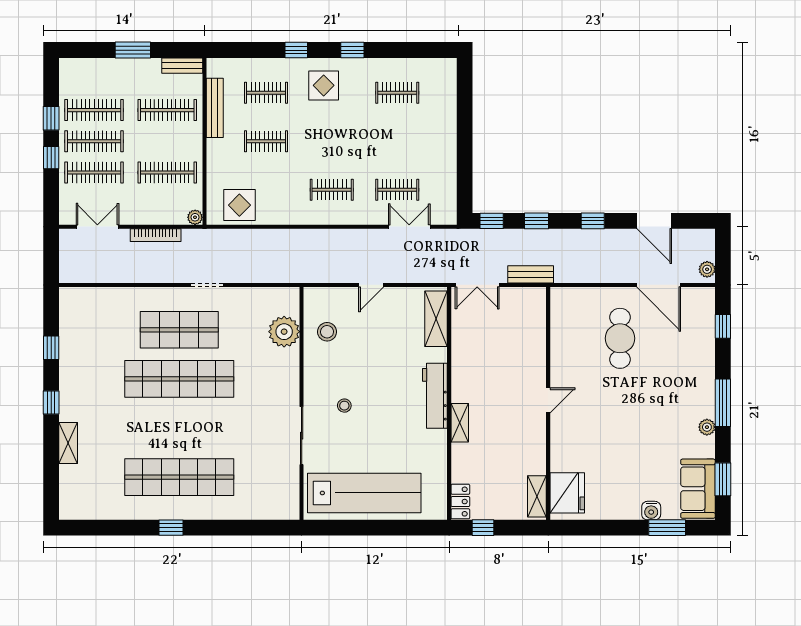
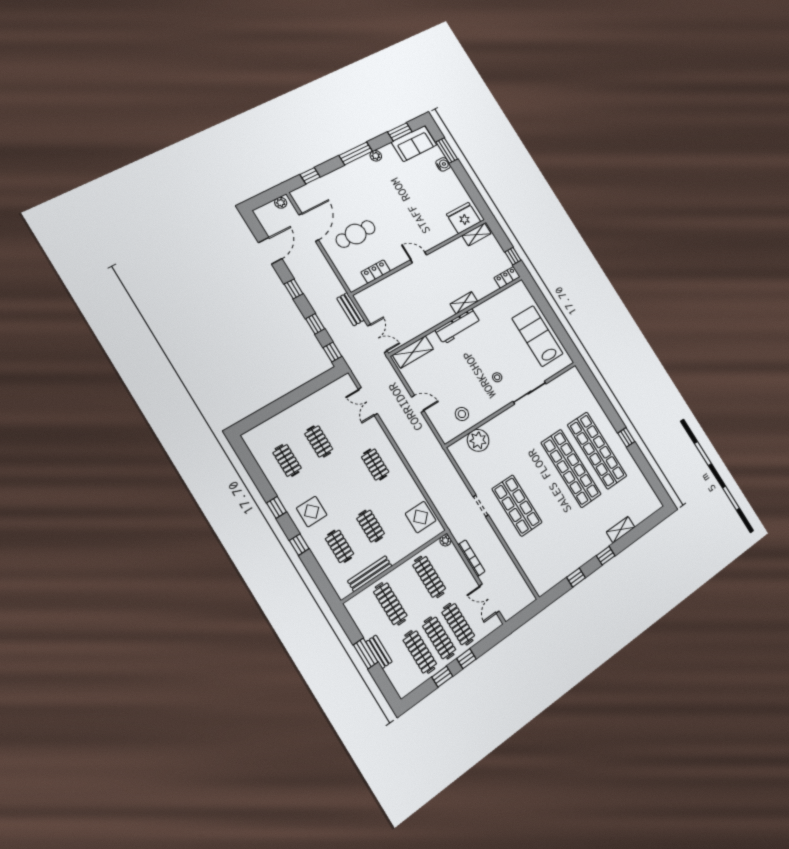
bench: (182, 66) -> (379, 652), moved
clothes rail: (397, 190) -> (319, 441), moved
locker: (560, 334) -> (376, 272), added
shop shelf: (179, 379) -> (571, 468), moved
lab bench: (364, 493) -> (537, 336), width x0.73

